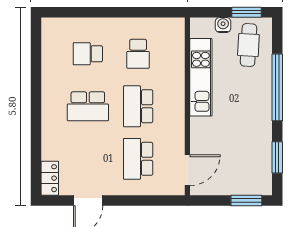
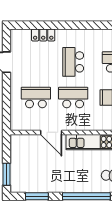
door: (187, 170) -> (51, 132), moved
locker: (50, 178) -> (43, 35), moved

